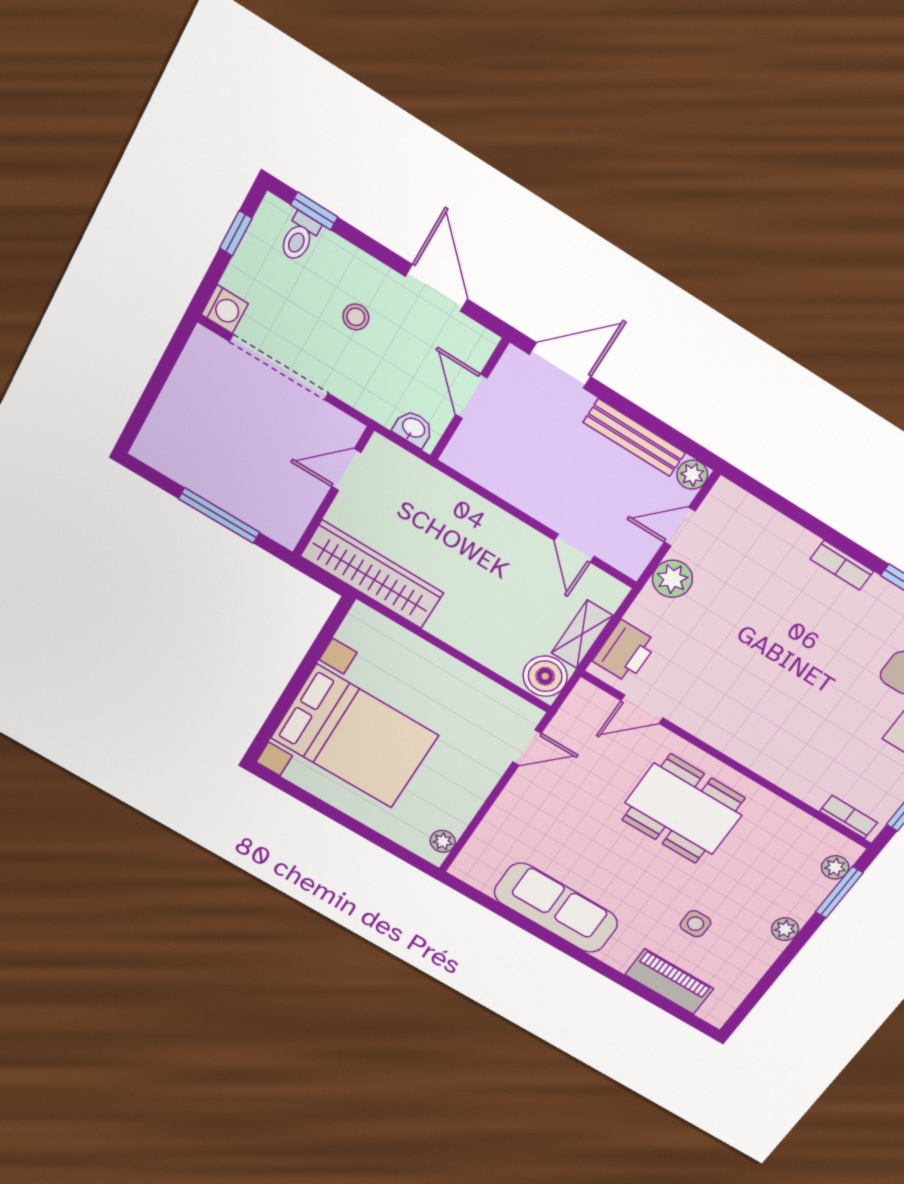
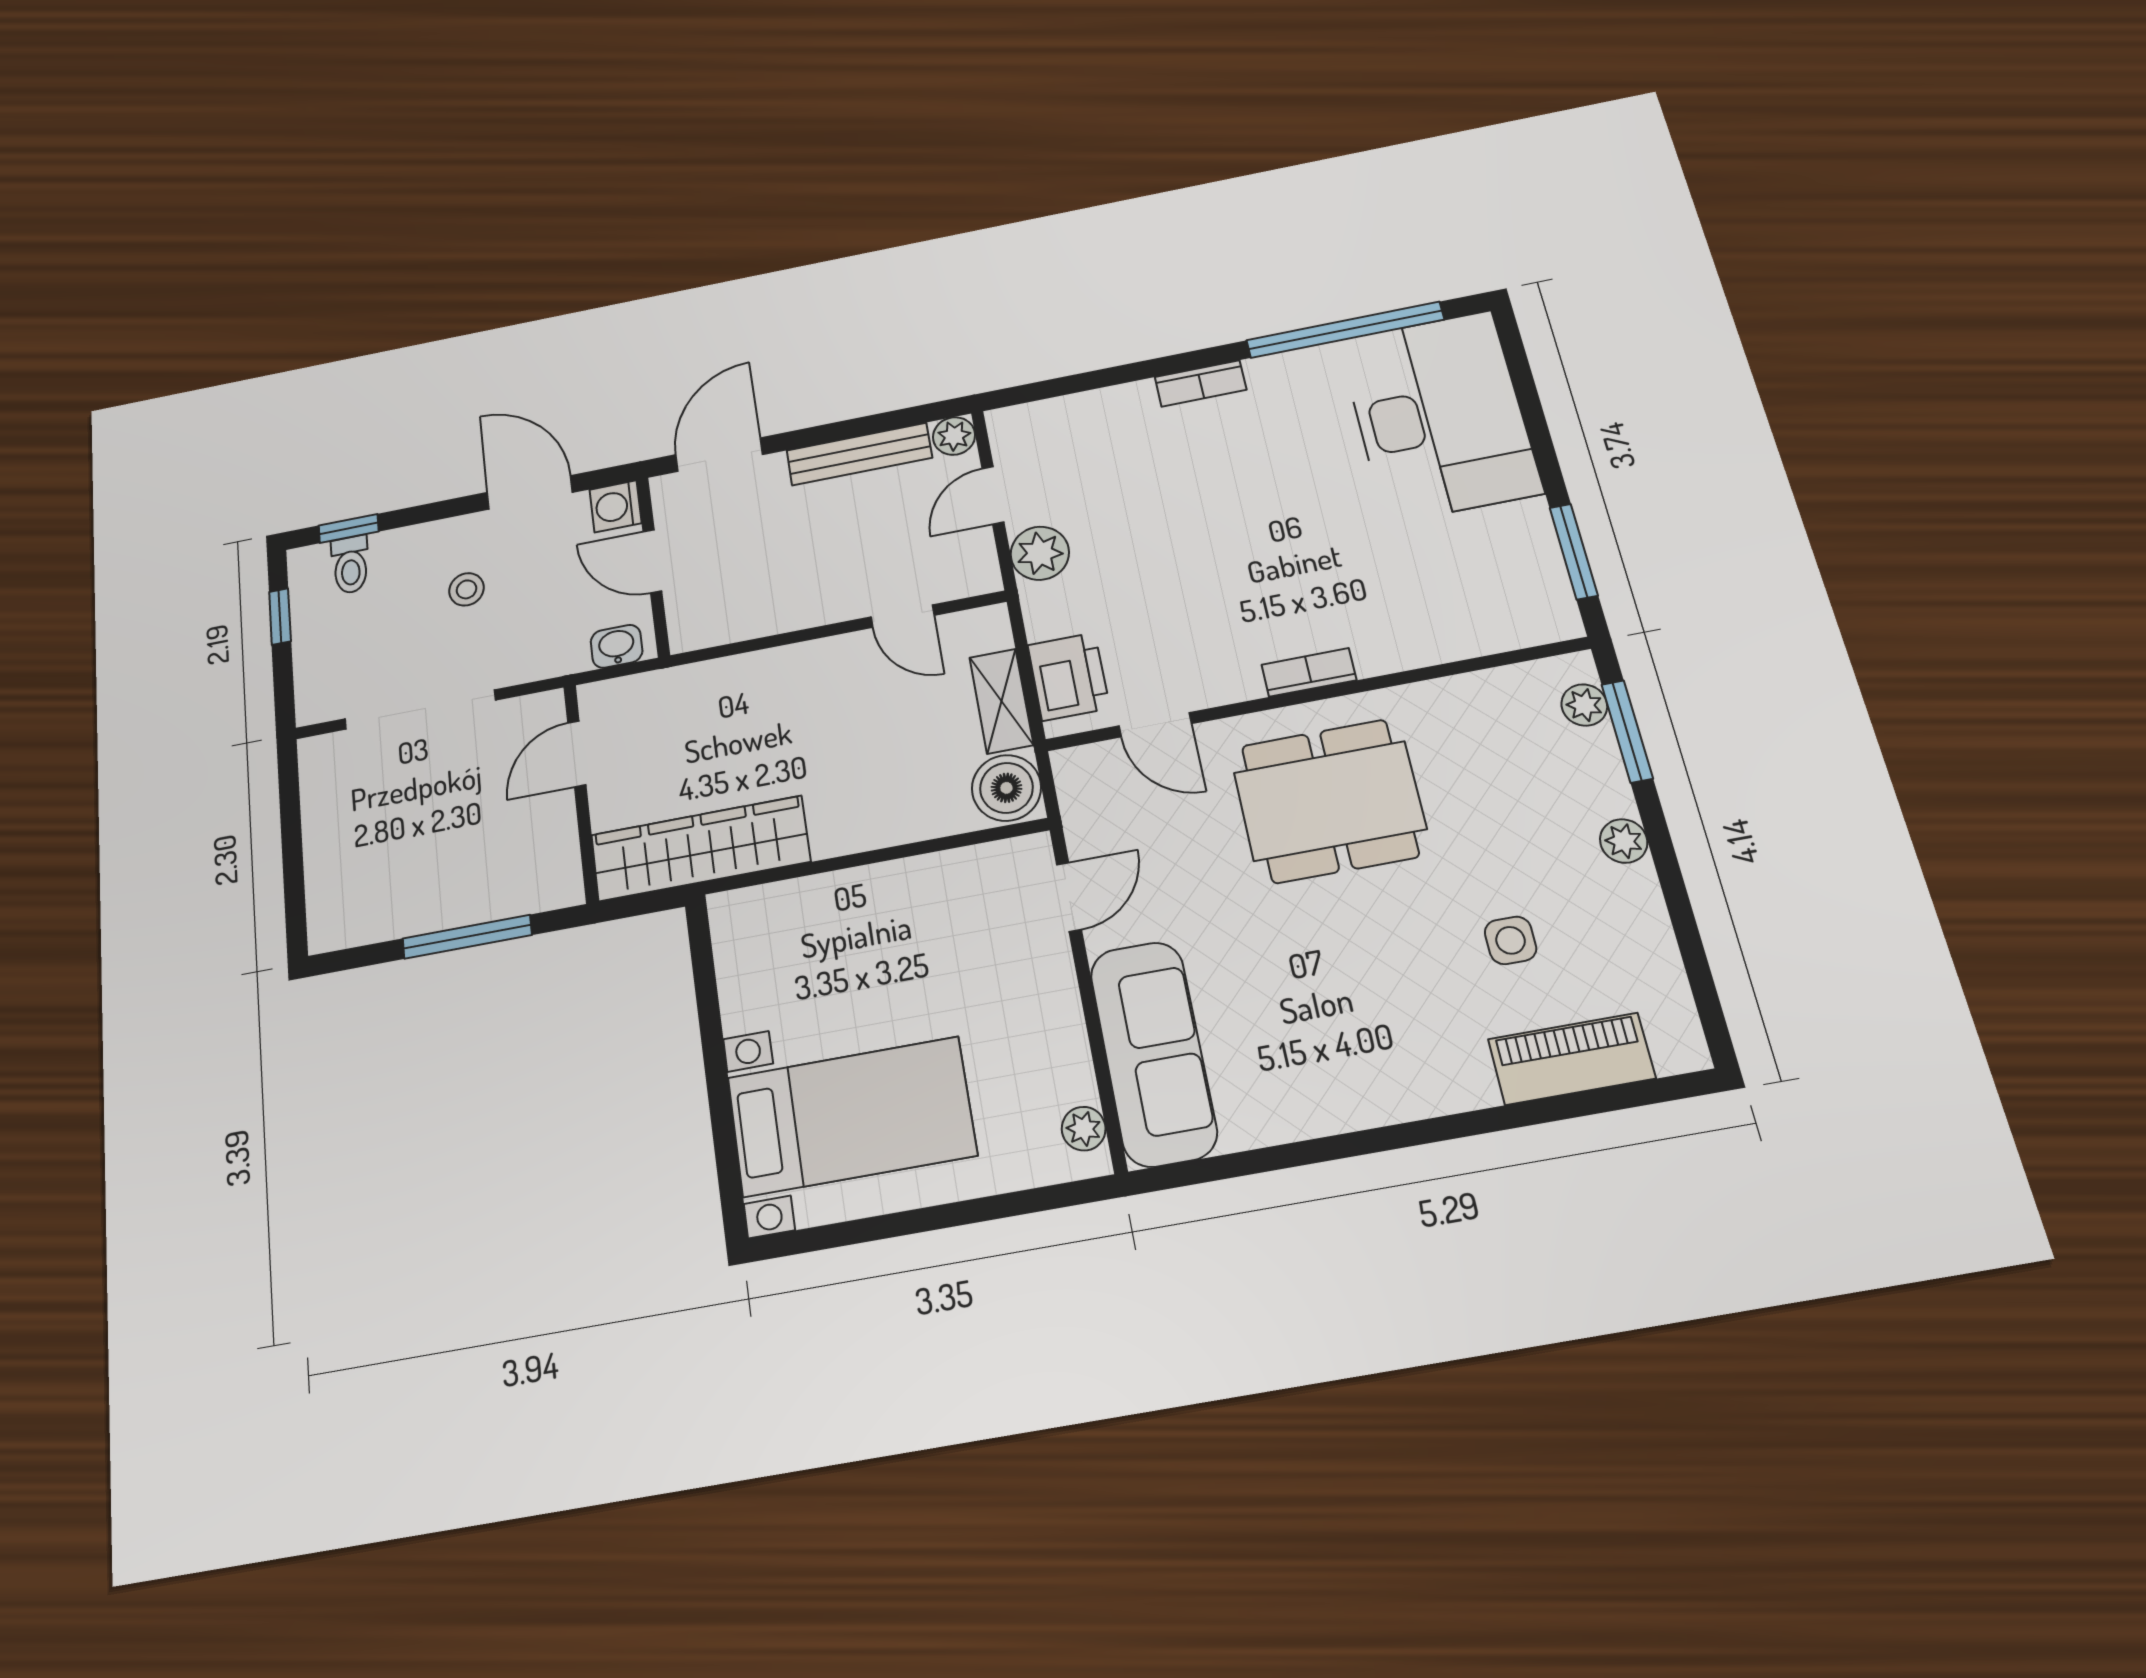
washing machine: (225, 309) -> (616, 506), moved, turned 180
door: (642, 709) -> (1155, 725), hinge flipped
bed with nightstands: (354, 737) -> (851, 1116), width x0.73
bookcase: (848, 817) -> (1309, 672), moved
sofa: (556, 908) -> (1153, 1053), moved, turned 90

